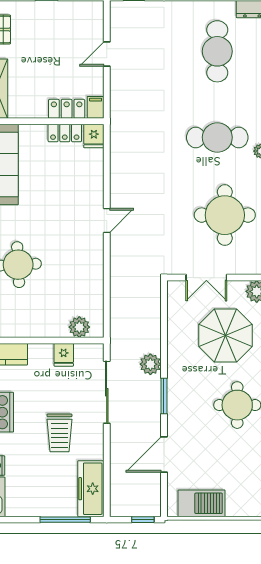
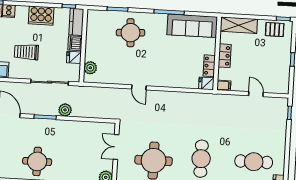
locker: (67, 109) -> (225, 56), moved
door: (107, 221) -> (139, 87), moved
parasol: (226, 336) -> (80, 157), removed
dishwasher: (41, 354) -> (75, 43), added

